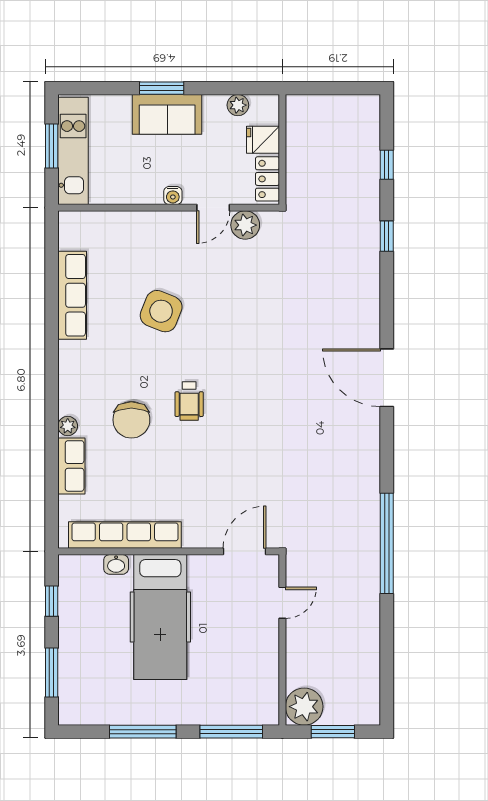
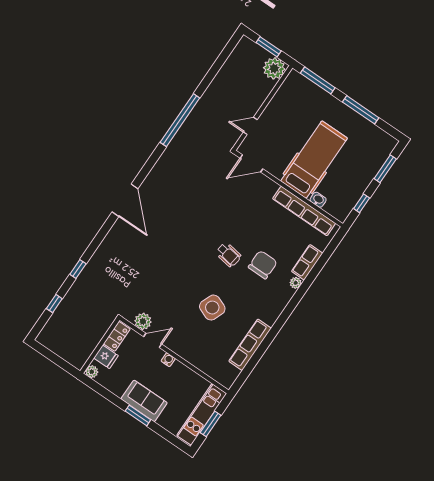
plant: (238, 105) -> (92, 372), moved
wheelchair: (189, 401) -> (228, 255), turned 99

